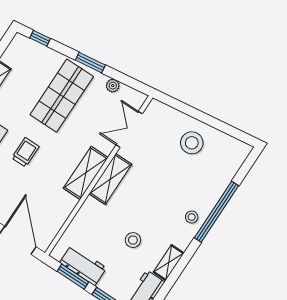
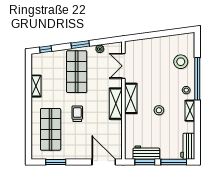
stool: (192, 143) -> (181, 62), moved
stool: (133, 240) -> (159, 110), moved
shelving: (169, 263) -> (190, 111), moved

